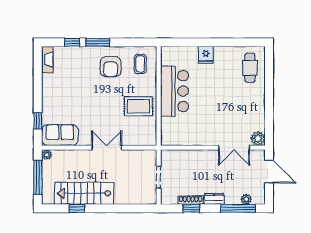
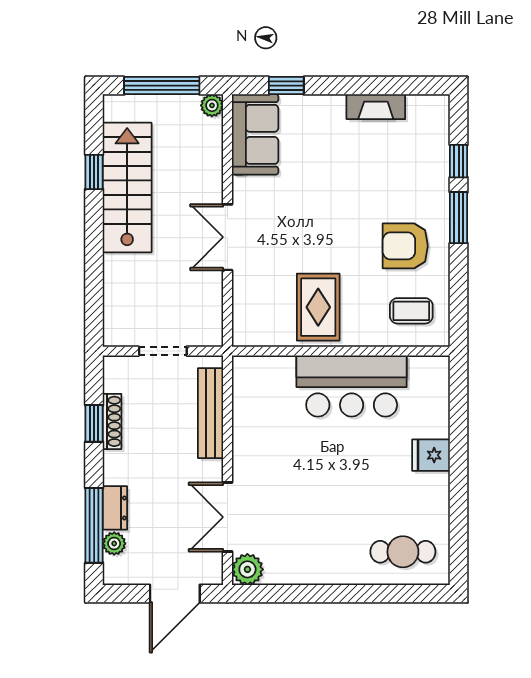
fireplace: (47, 60) -> (376, 107), moved
double door: (107, 148) -> (228, 237), swing flipped
bench: (187, 155) -> (211, 413), added
dresser: (214, 199) -> (115, 508), moved

